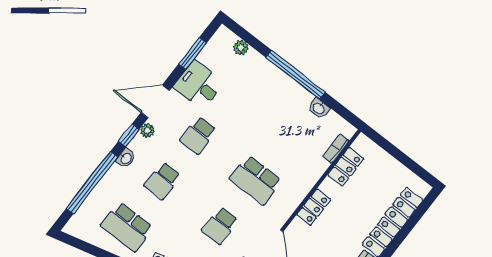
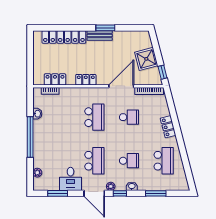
school desk: (198, 135) -> (94, 161), width x1.85
window: (92, 183) -> (156, 193), width x0.47

